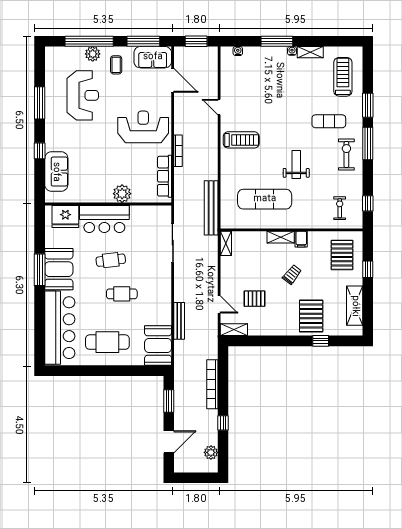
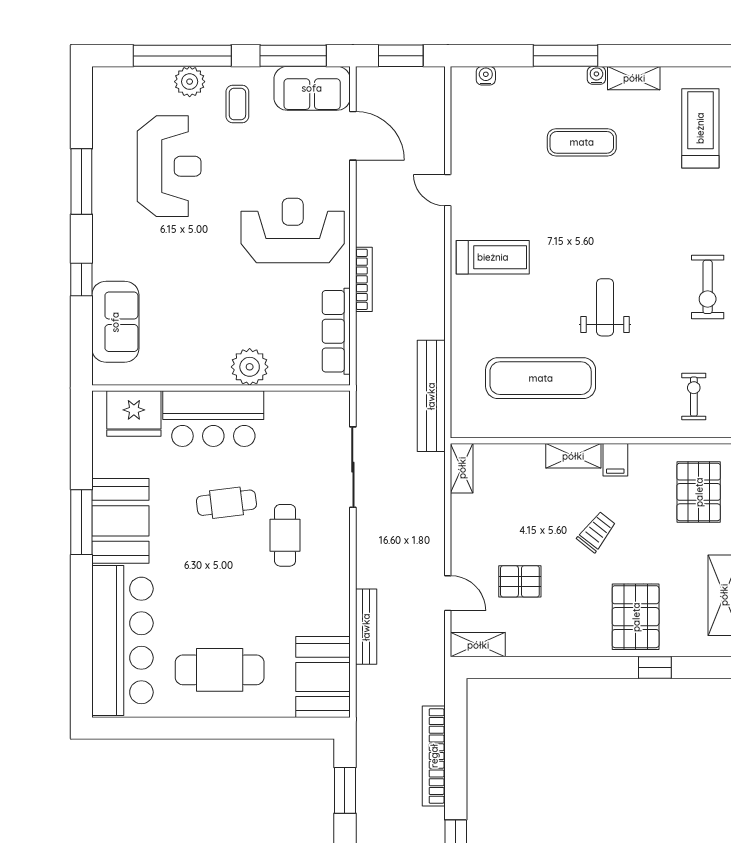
exercise mat: (329, 121) -> (582, 142), moved
exercise bike: (346, 154) -> (708, 287), turned 180
cafe table: (122, 294) -> (285, 535), moved, turned 90

